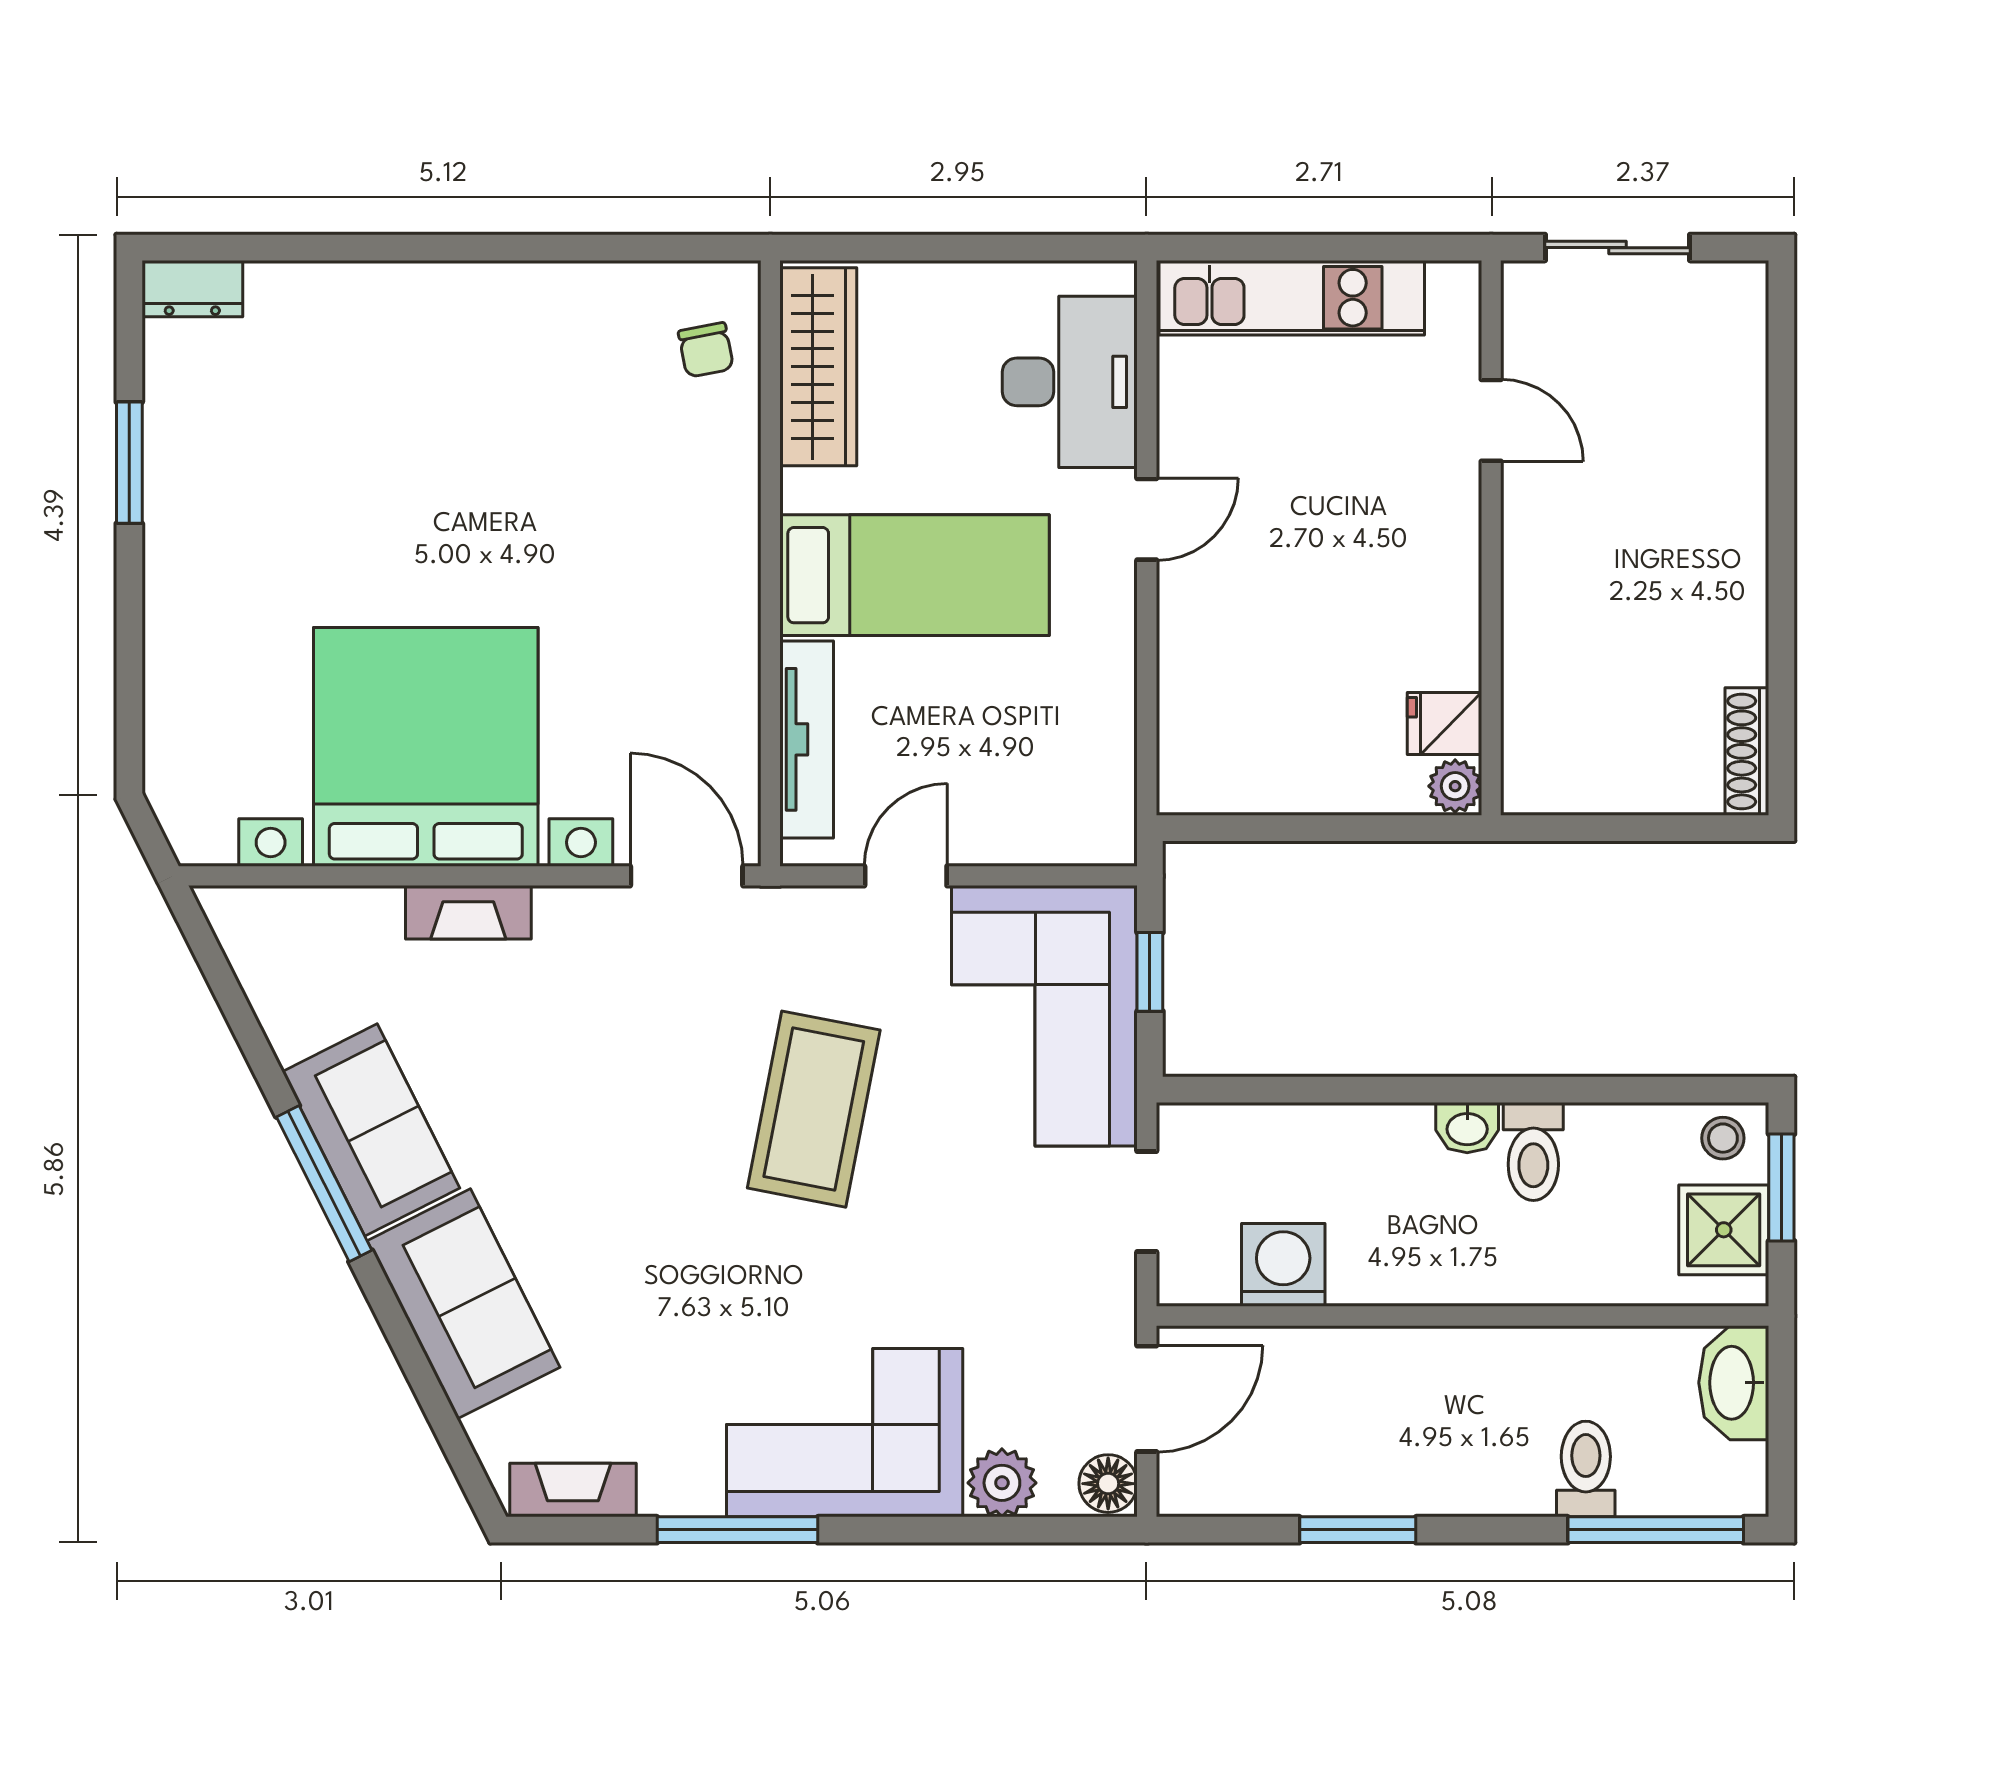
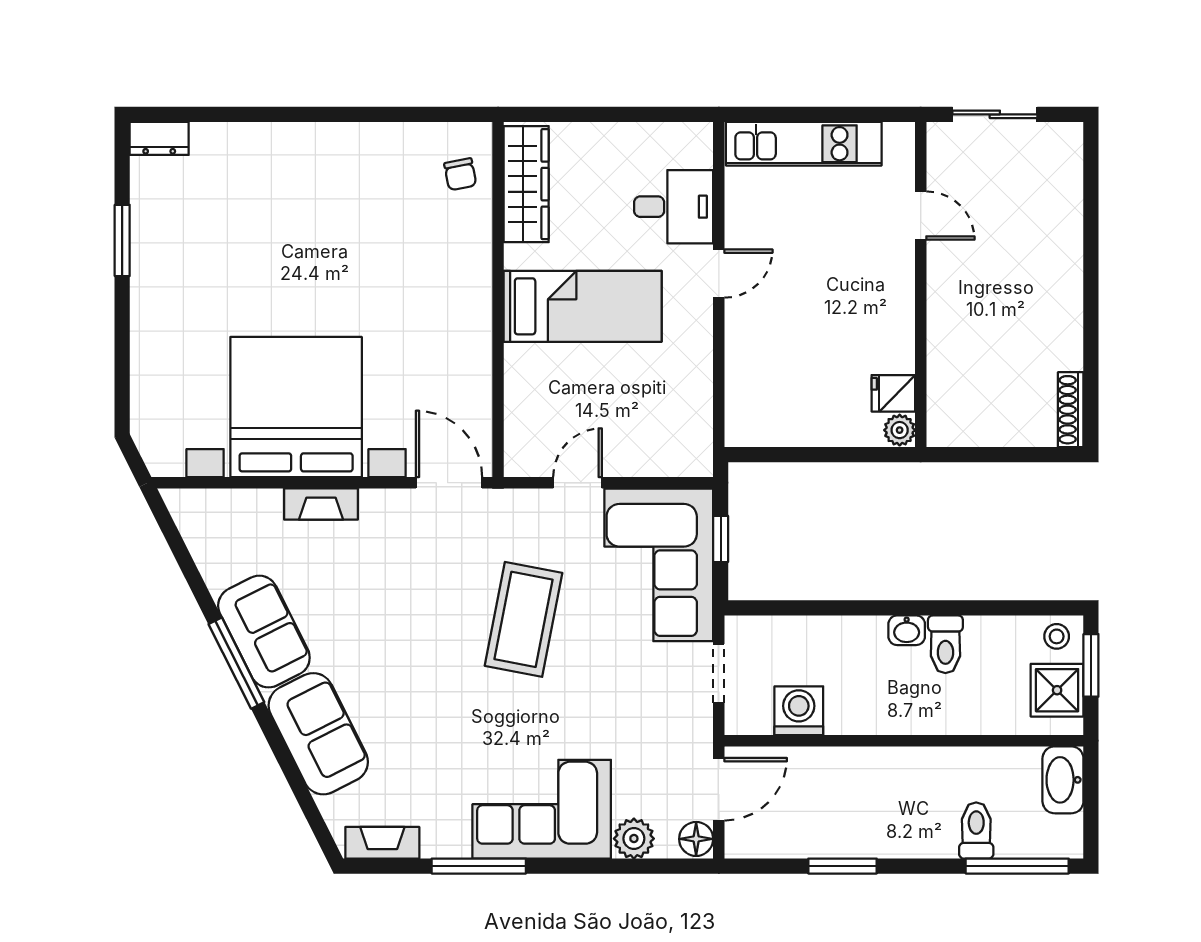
desk: (1070, 382) -> (674, 207), width x0.73
tv unit: (807, 739) -> (519, 403), removed

